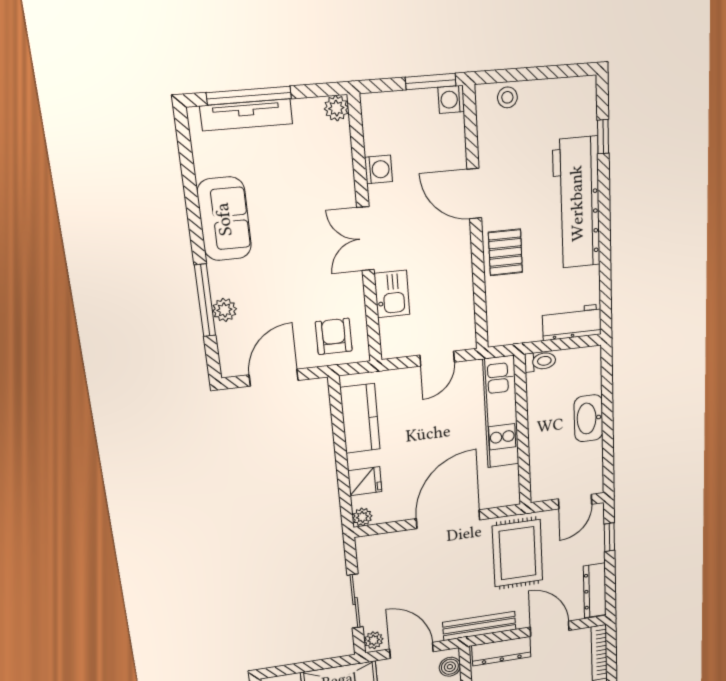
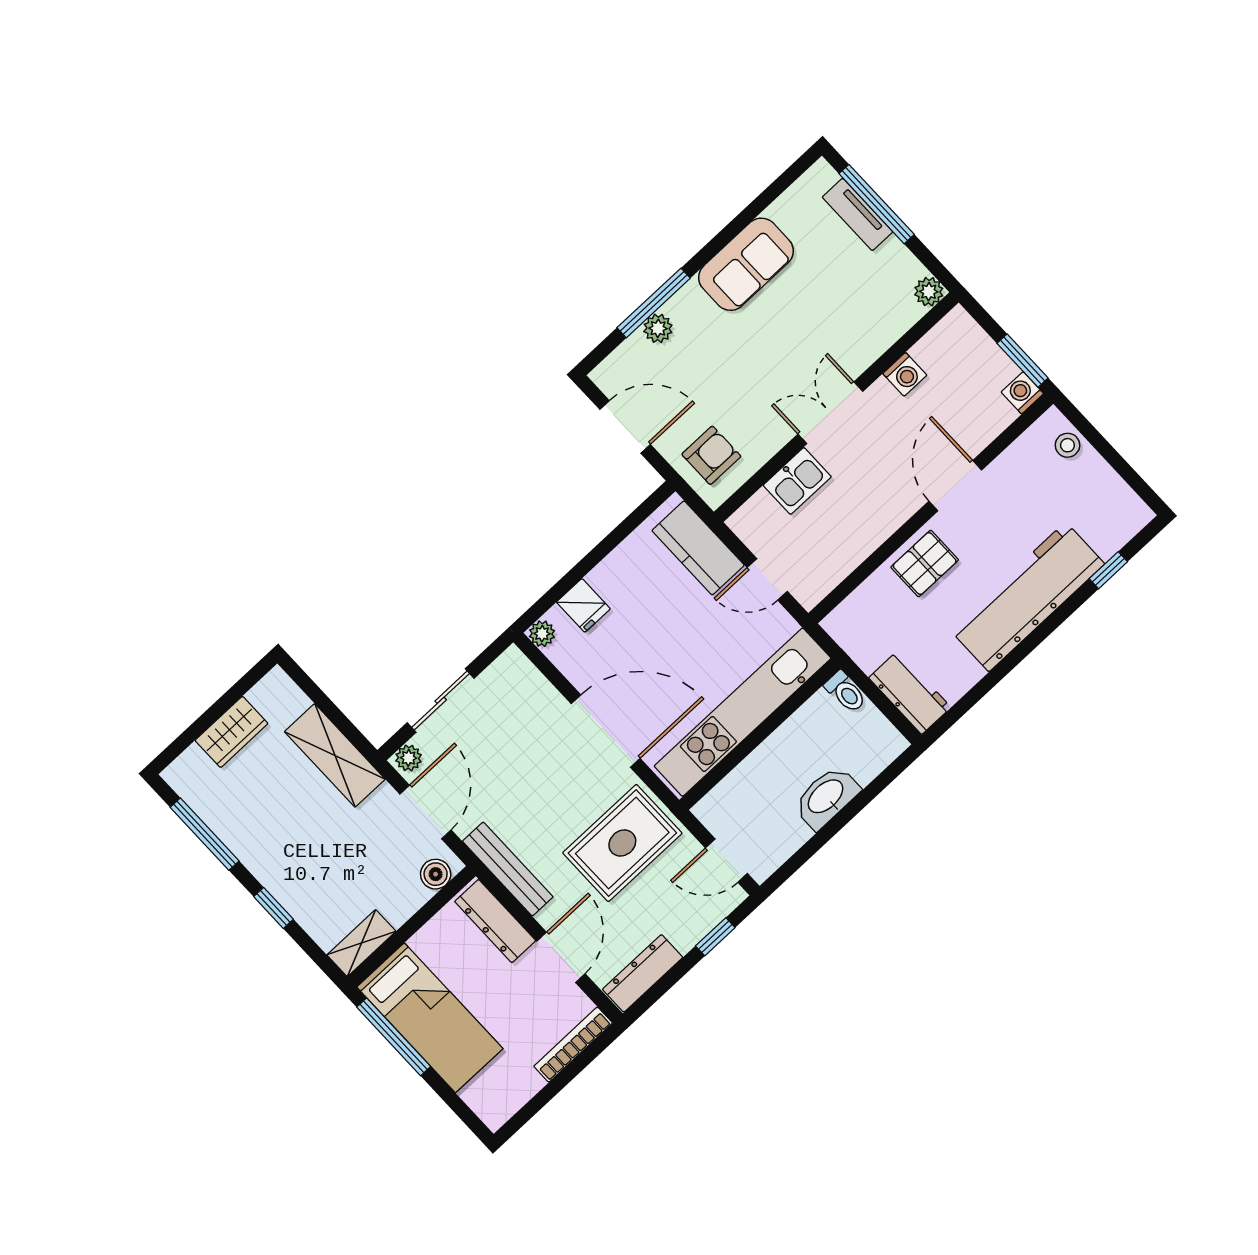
tv unit: (246, 115) -> (858, 214), width x0.71
kitchen unit: (501, 412) -> (743, 712), width x1.36
kitchen counter: (360, 418) -> (698, 548), moved, turned 90

